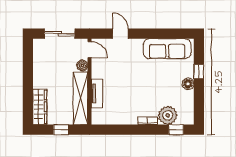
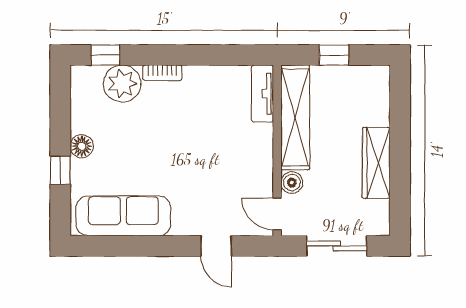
tv unit: (97, 93) -> (263, 94), moved
wardrobe: (40, 107) -> (376, 163), moved

